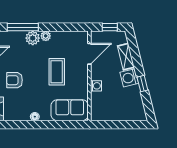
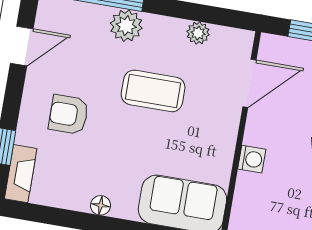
plant: (46, 36) -> (198, 33), moved
coffee table: (57, 72) -> (153, 91), moved, turned 90

